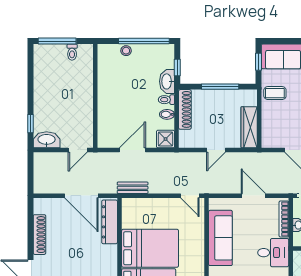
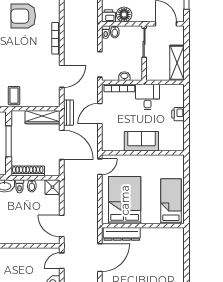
door: (78, 150) -> (62, 261), swing flipped
door: (132, 150) -> (62, 226), moved
door: (216, 150) -> (62, 145), width x1.88
bench: (133, 188) -> (68, 113), moved
sofa: (220, 238) -> (141, 141), width x0.73
bed: (150, 248) -> (125, 200), moved

